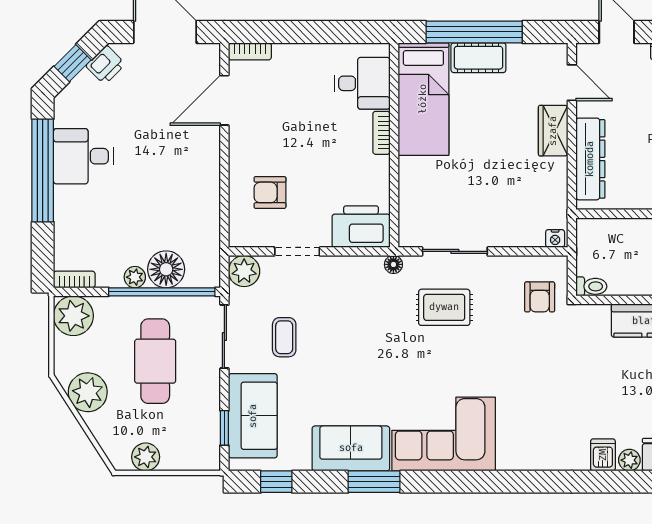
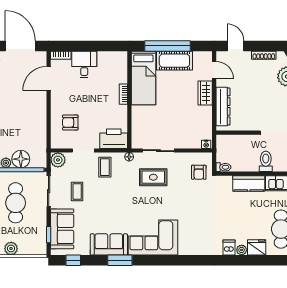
cot: (478, 58) -> (174, 61), width x1.37, depth x1.34
desk: (362, 83) -> (84, 64), moved, turned -90
coffee table: (342, 286) -> (105, 167), added

